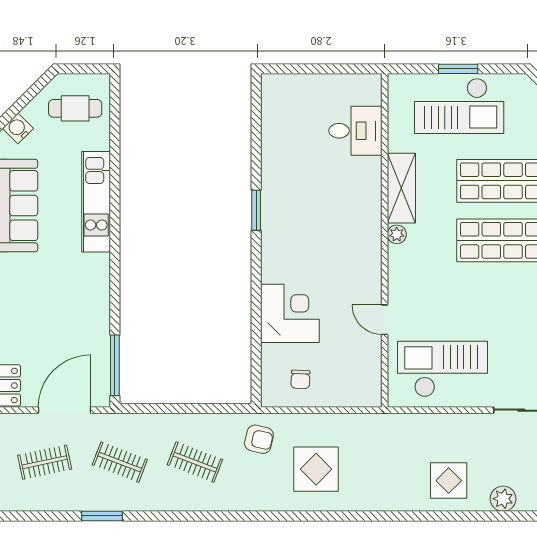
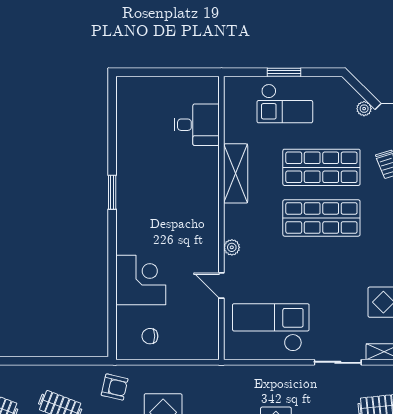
checkout: (459, 106) -> (285, 103), width x0.73, depth x0.83
plant: (397, 234) -> (232, 247), moved
chair: (300, 379) -> (150, 336), turned 88

